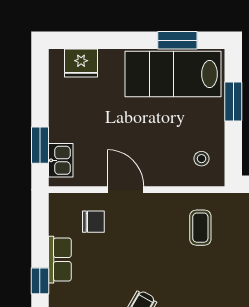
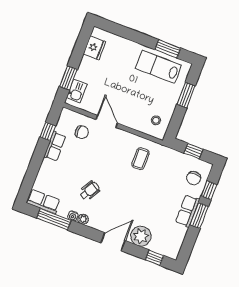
fridge: (81, 63) -> (94, 48), moved, turned -90
lab bench: (173, 74) -> (158, 67), width x0.73, depth x0.72
window: (40, 281) -> (48, 131), moved

